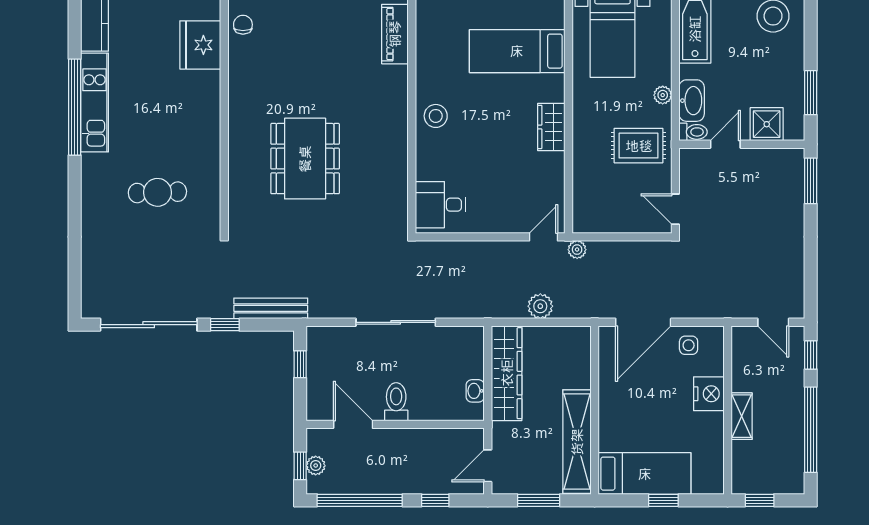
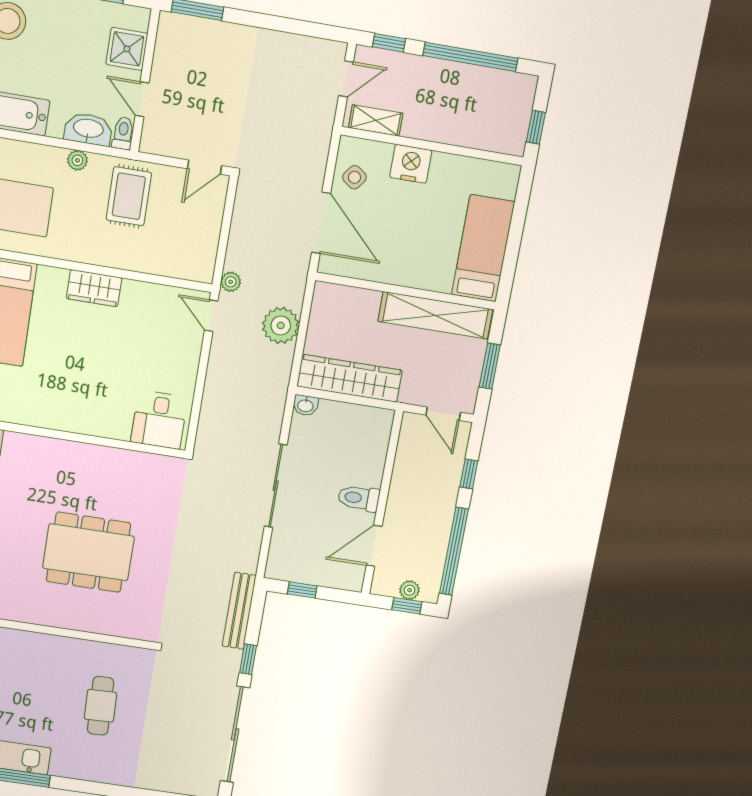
stool: (436, 116) -> (64, 410), removed
plant: (540, 306) -> (281, 326), width x1.36, depth x1.36
side table: (689, 345) -> (354, 177), turned 37
washbasin: (475, 391) -> (305, 405), moved
shelving: (742, 416) -> (376, 120), moved
window: (663, 500) -> (516, 233), removed

